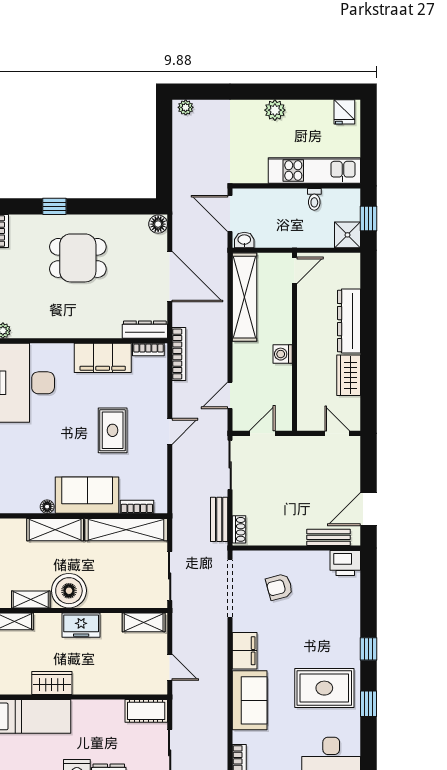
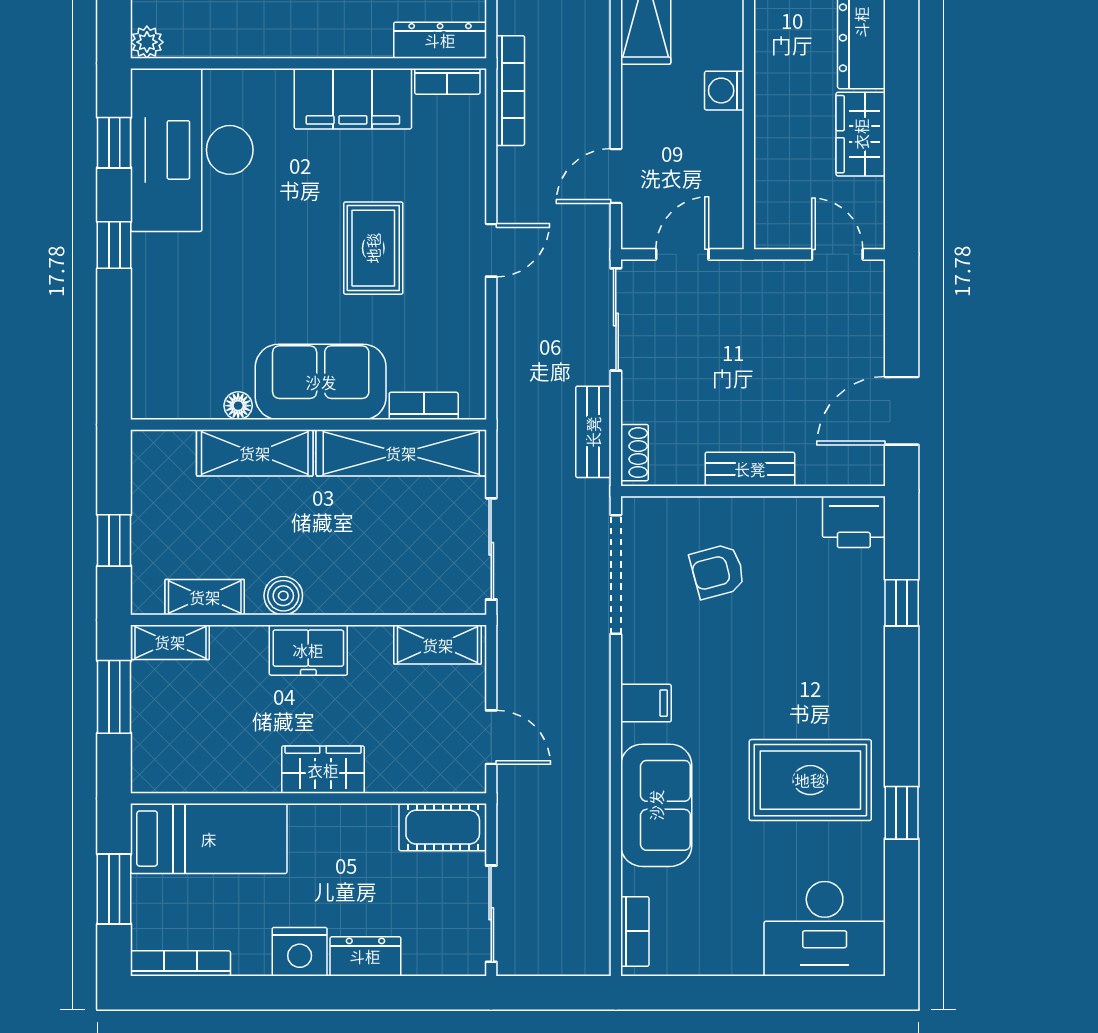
bench: (329, 537) -> (750, 469), moved
boiler: (69, 591) -> (283, 596), width x0.54, depth x0.54
window: (368, 649) -> (902, 603), moved
filing cabinet: (245, 651) -> (646, 703), width x0.50
wardrobe: (52, 683) -> (323, 770), moved

